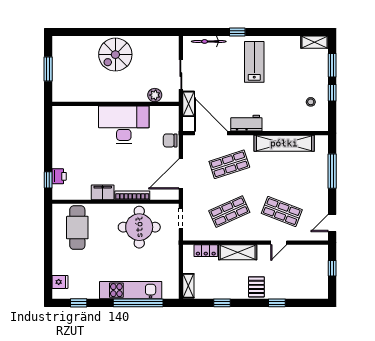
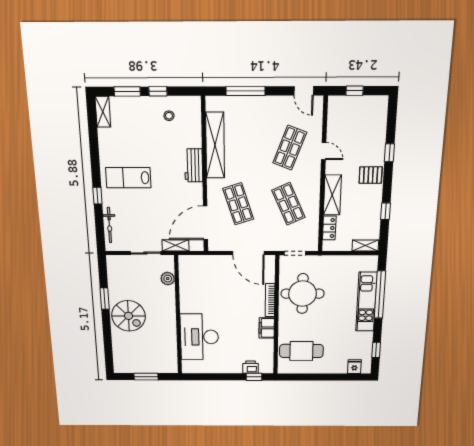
window: (134, 32) -> (105, 299), added
workbench: (246, 123) -> (194, 165), moved
desk: (124, 125) -> (199, 337), moved
chair: (170, 140) -> (214, 264), removed

